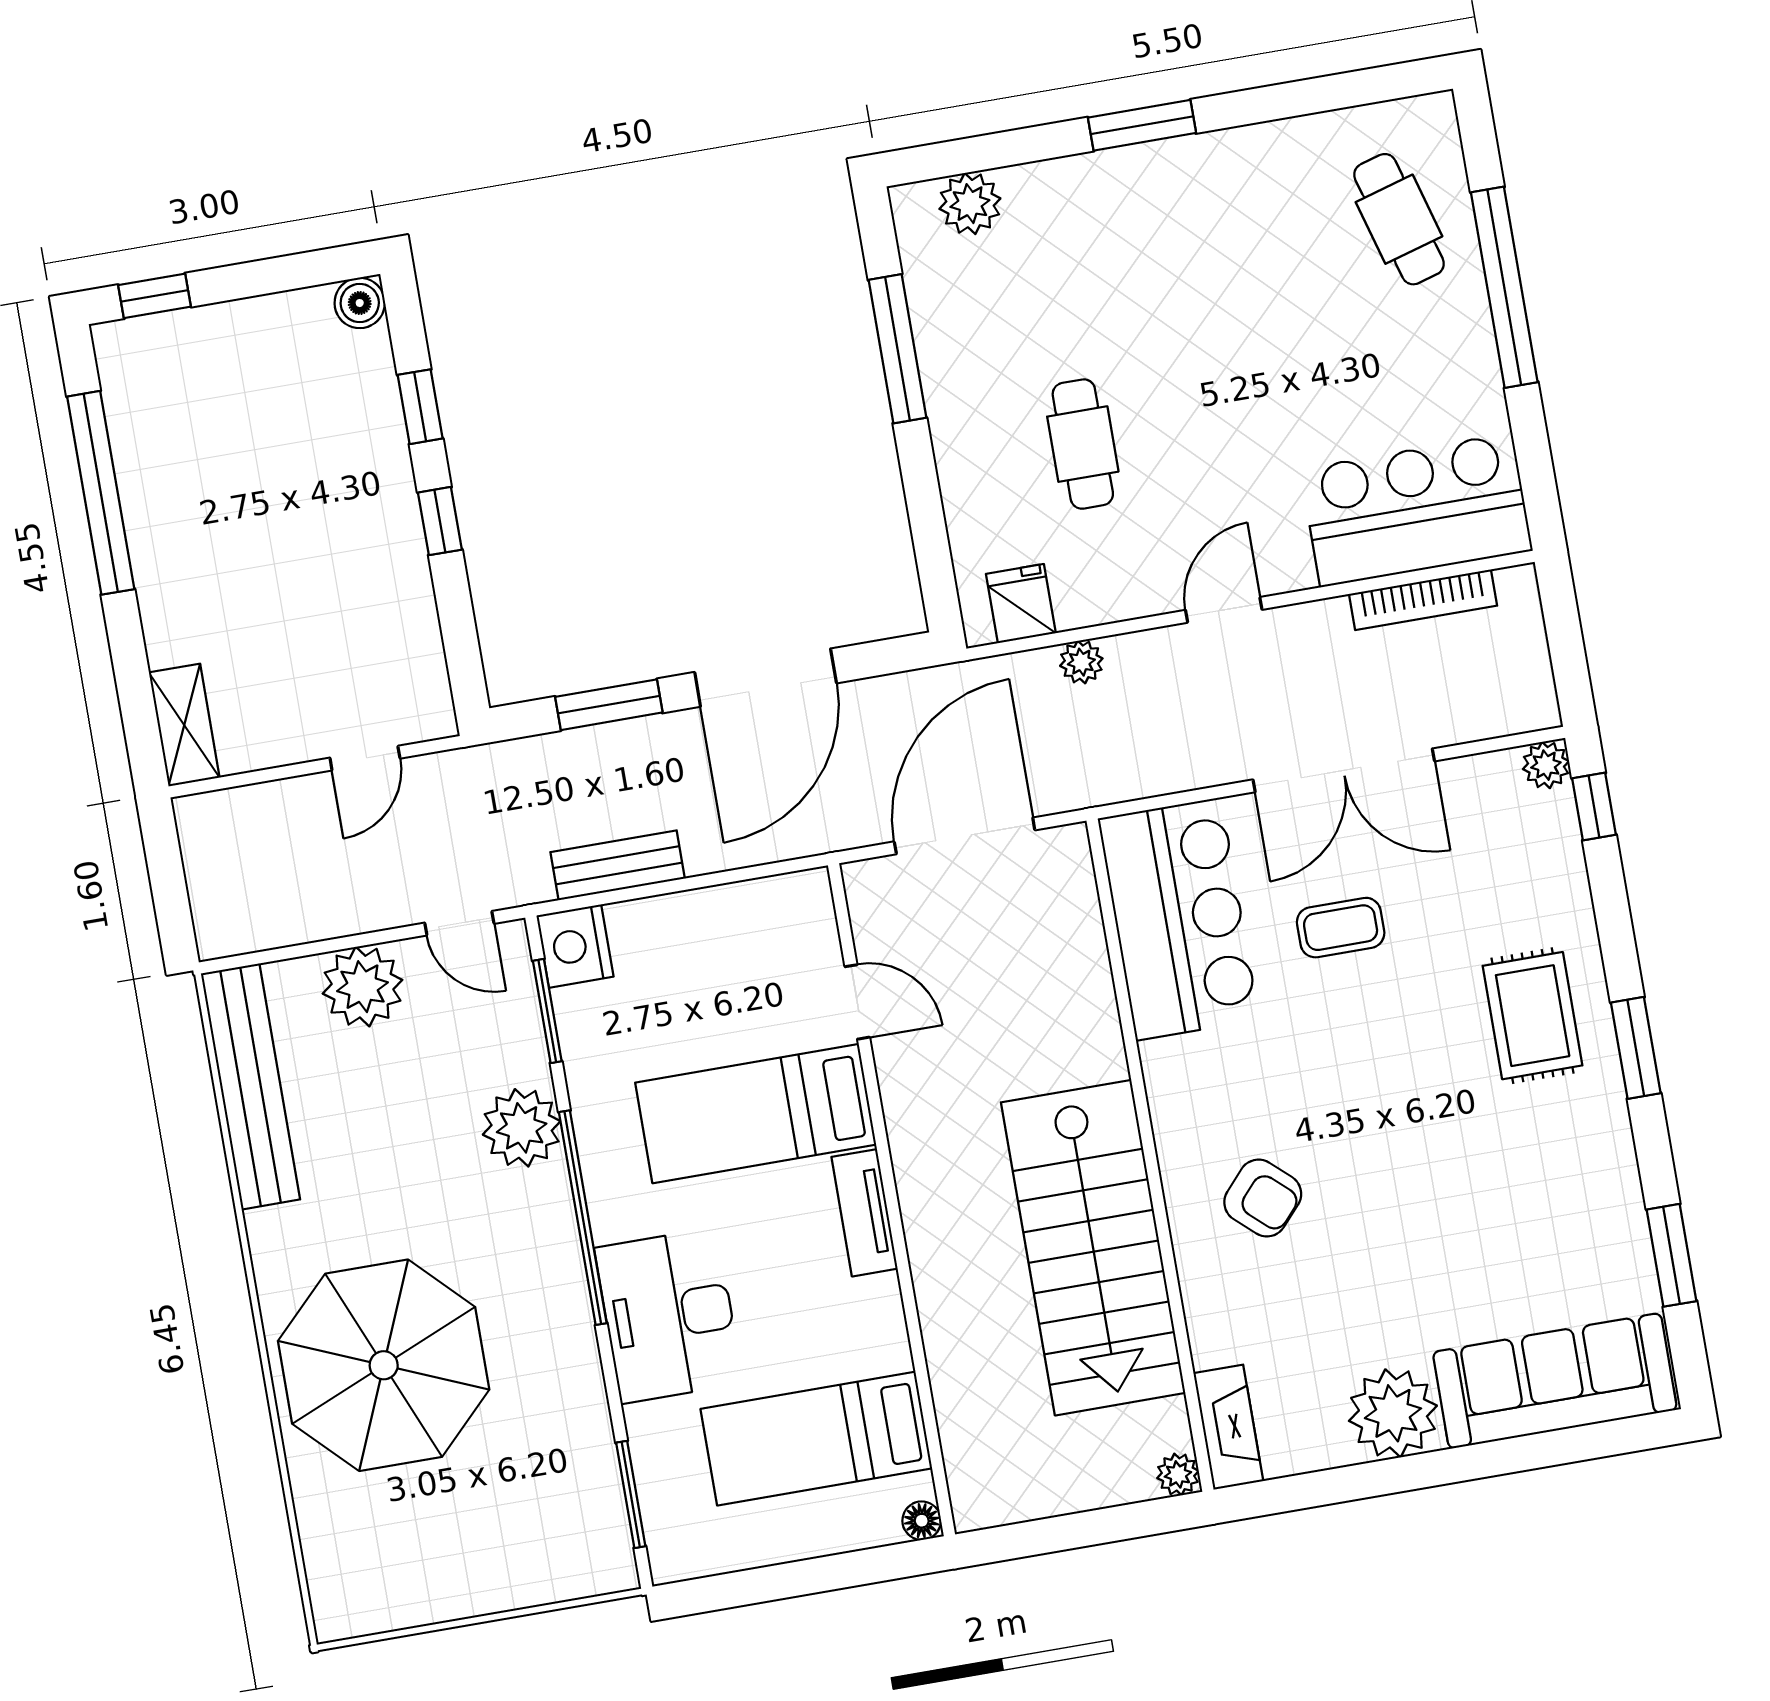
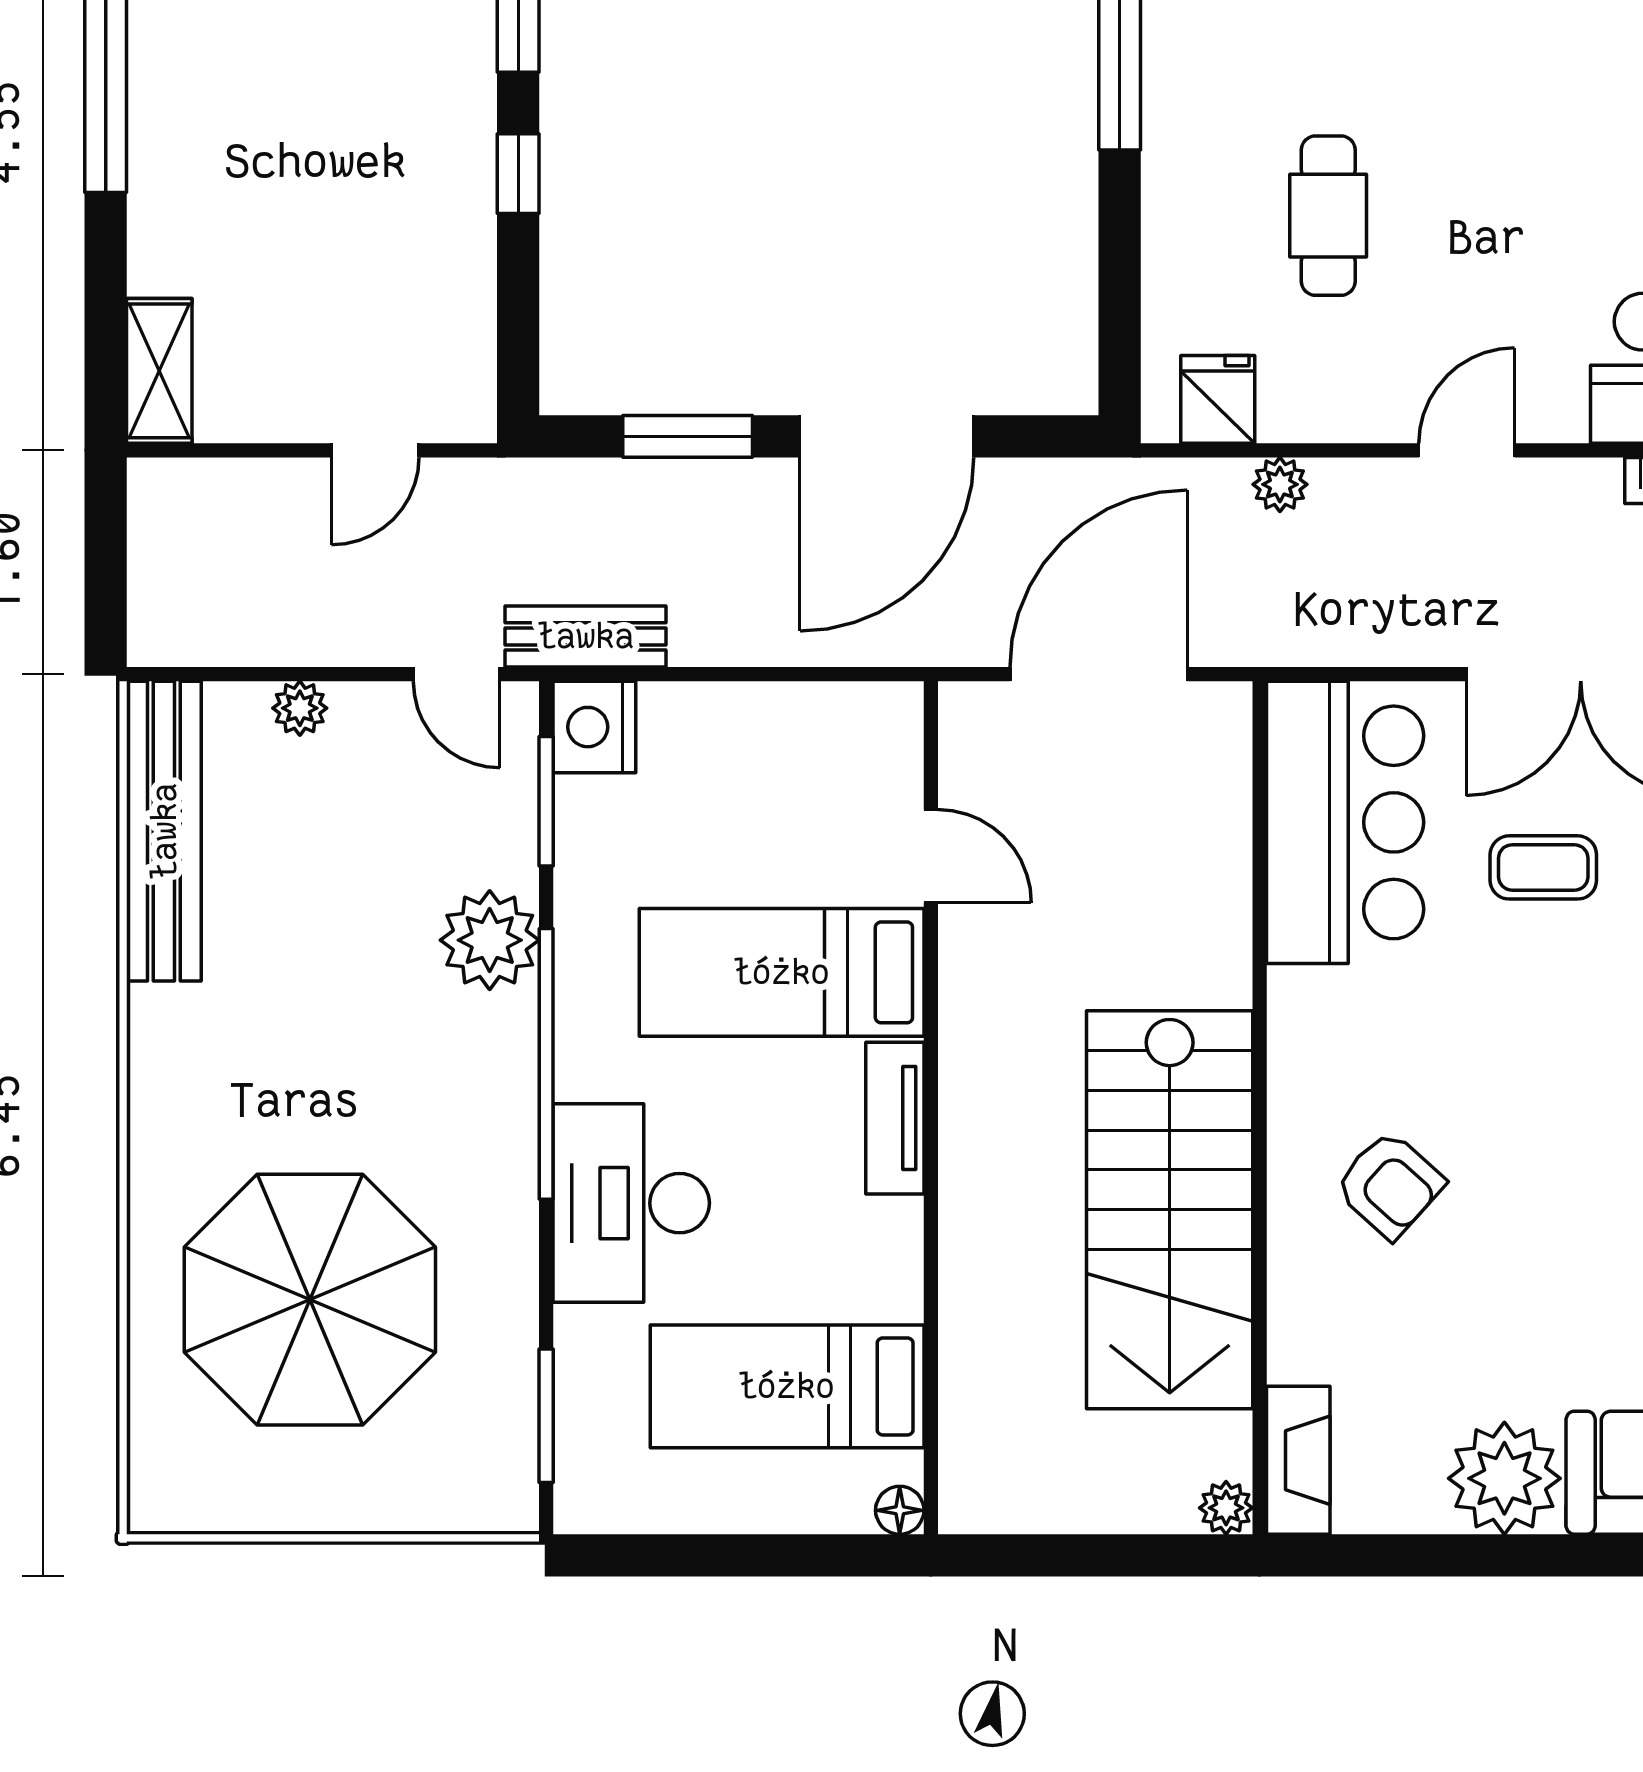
bench: (618, 865) -> (586, 636), moved
plant: (363, 987) -> (300, 708), width x0.53, depth x0.53
parasol: (384, 1365) -> (310, 1300), moved

